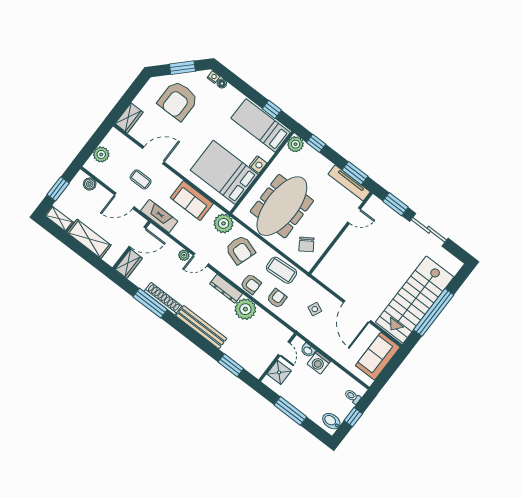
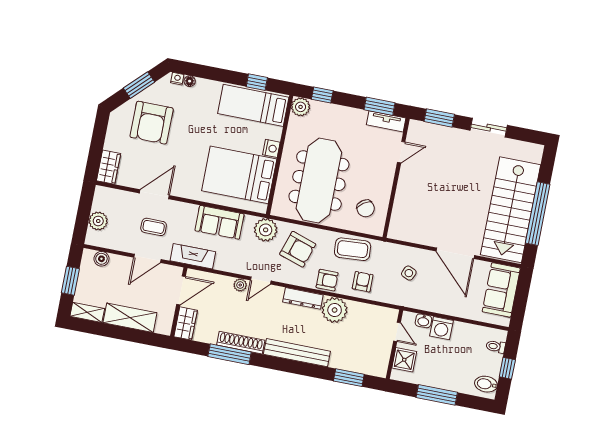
tv unit: (349, 183) -> (386, 121), width x0.71
sliding door: (429, 230) -> (489, 128), width x0.73

